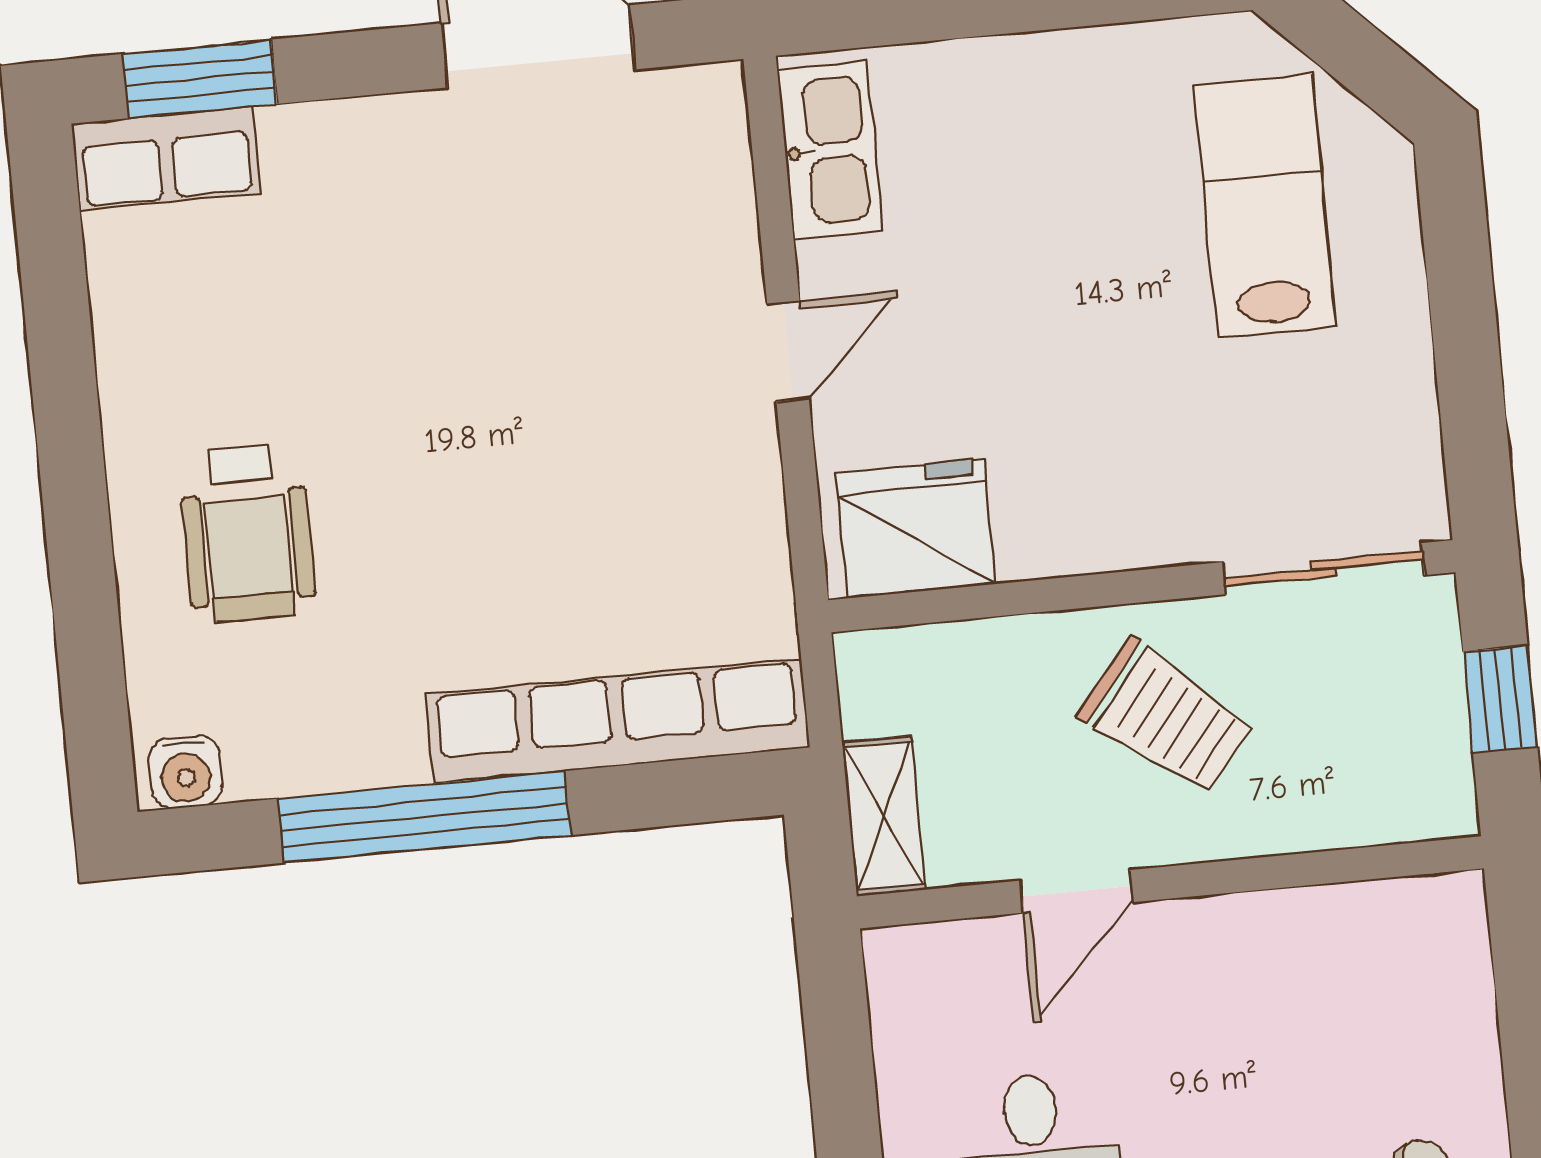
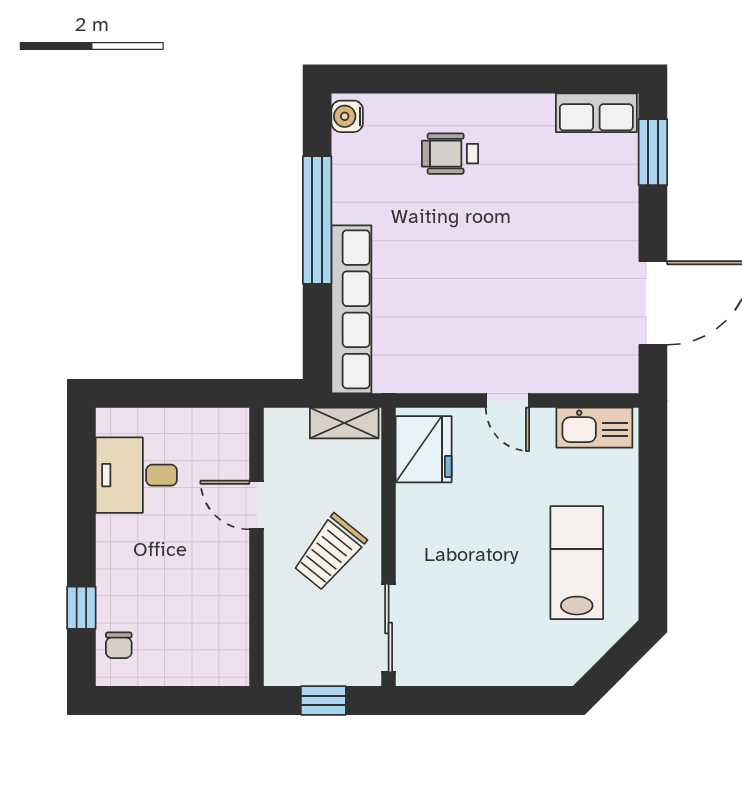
row of seats: (166, 158) -> (596, 113), moved, turned -90
lab bench: (1265, 206) -> (577, 563), moved, turned -90
wheelchair: (247, 533) -> (450, 154), width x0.73, depth x0.73
shelving: (884, 816) -> (344, 423), moved

